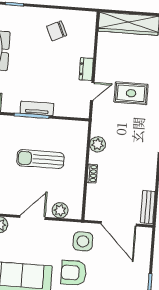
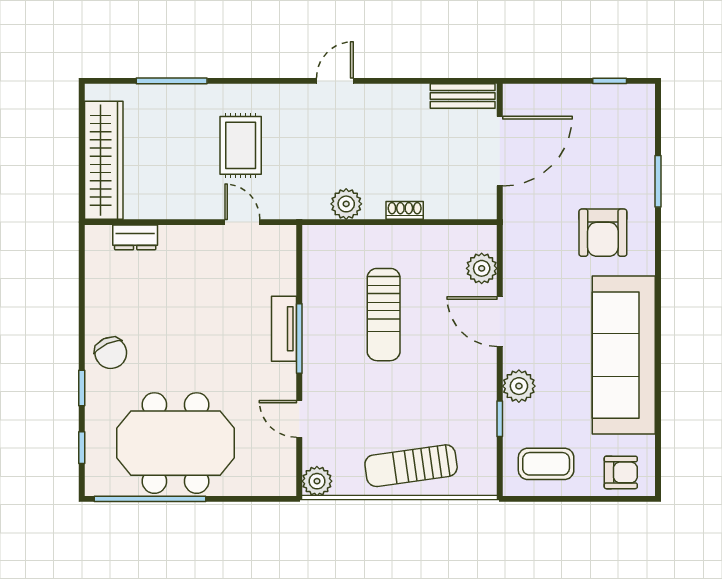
chair: (57, 31) -> (111, 353), moved
dresser: (86, 69) -> (135, 237), moved
side table: (83, 241) -> (540, 219), removed

